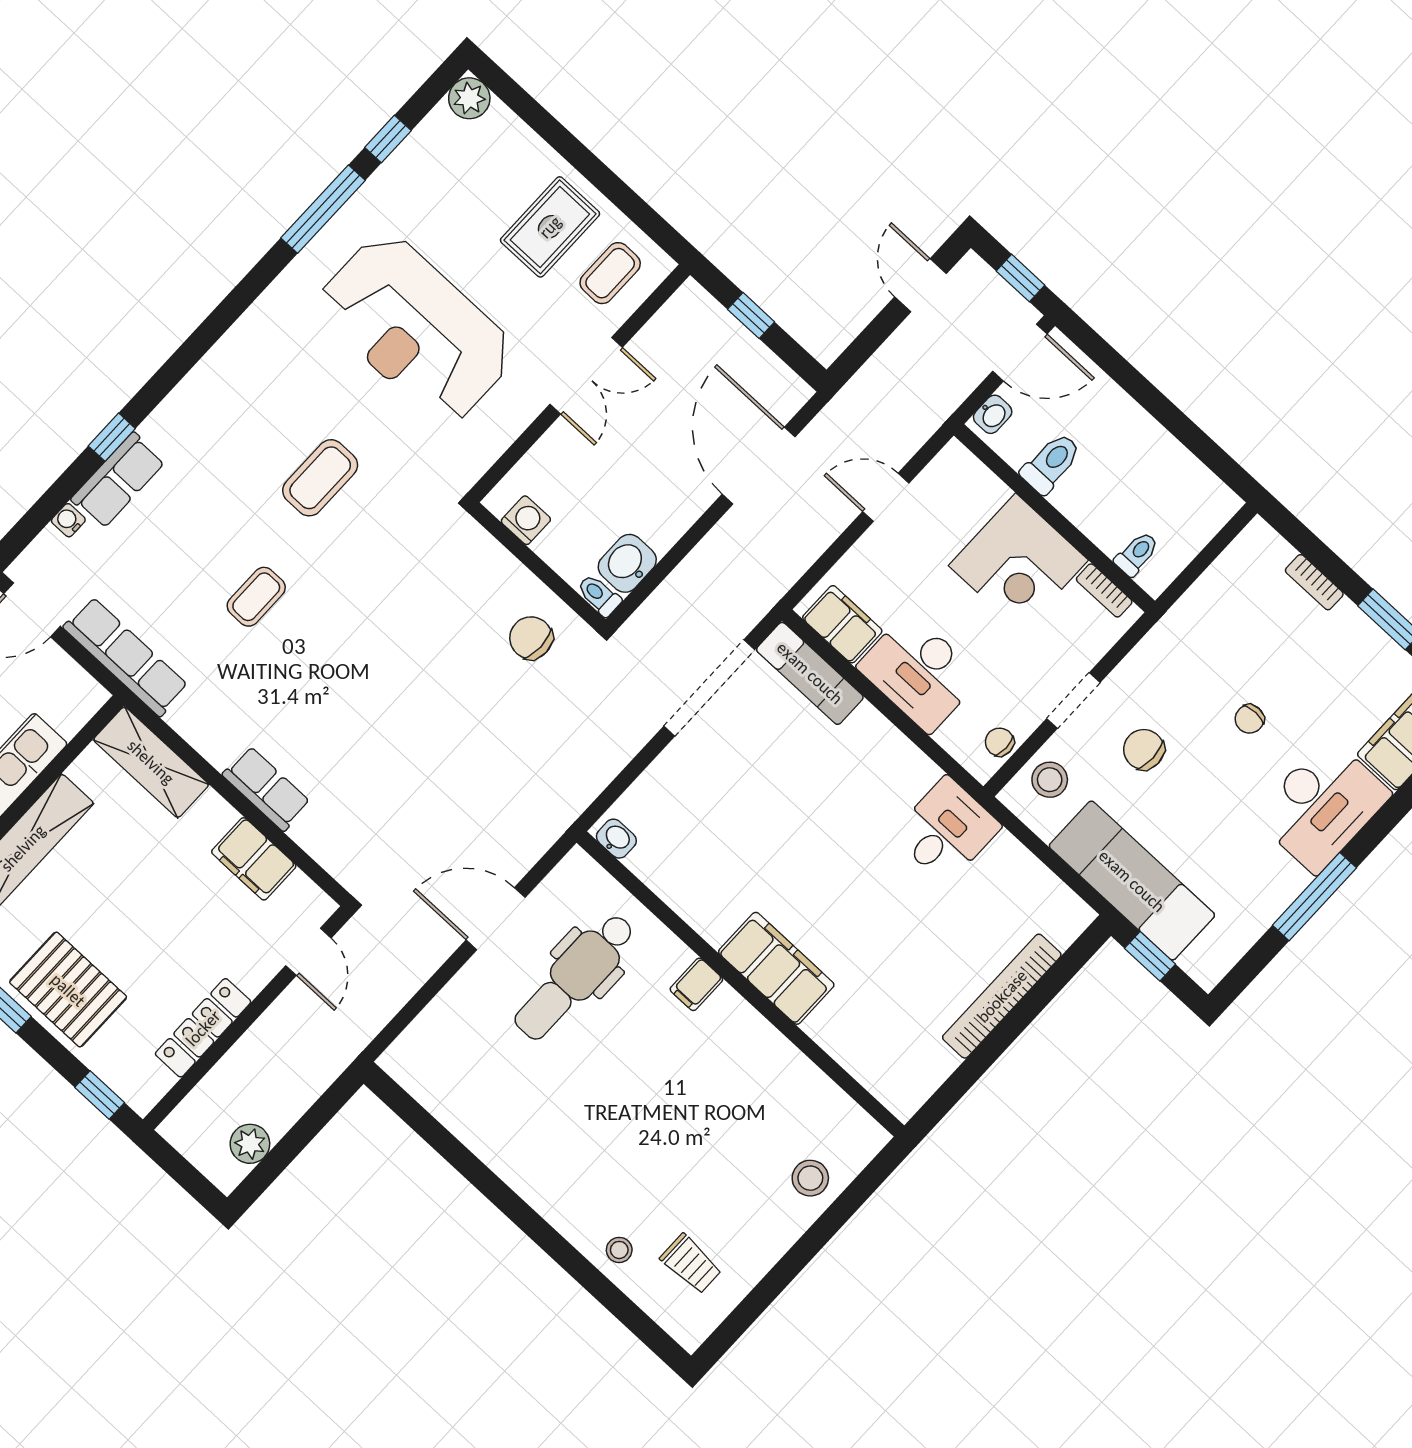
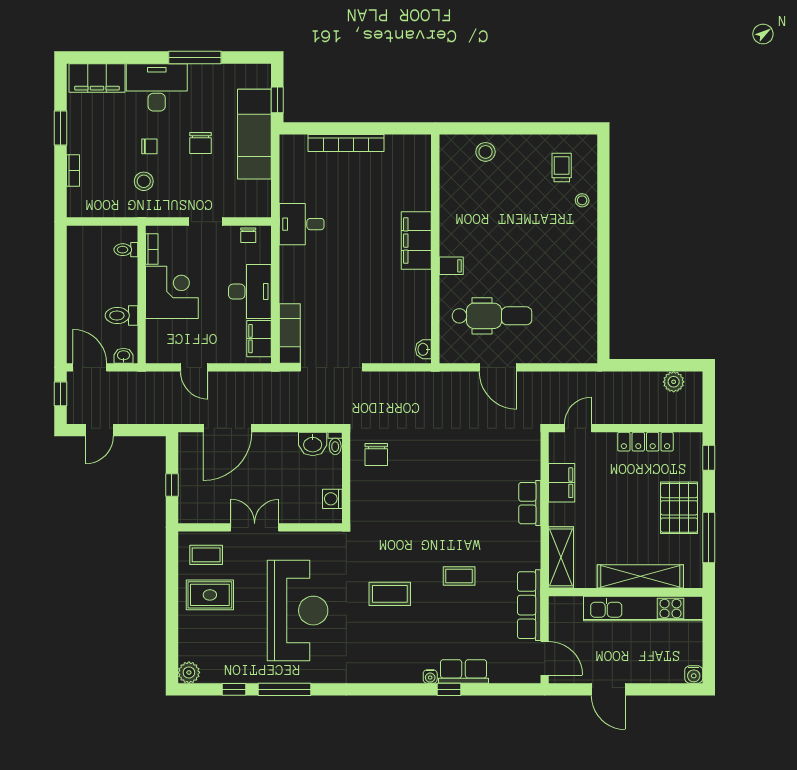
water cooler: (68, 520) -> (430, 676), moved
chair: (1144, 749) -> (201, 143), moved
stool: (1050, 780) -> (144, 181), moved

